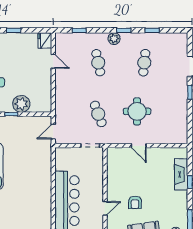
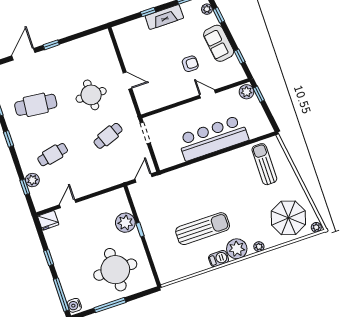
plant: (114, 39) -> (32, 180), moved
cafe table: (144, 63) -> (36, 105), width x1.37, depth x1.35
door: (53, 132) -> (144, 178), swing flipped
door: (139, 146) -> (127, 81), hinge flipped
fireplace: (181, 174) -> (164, 17), moved

